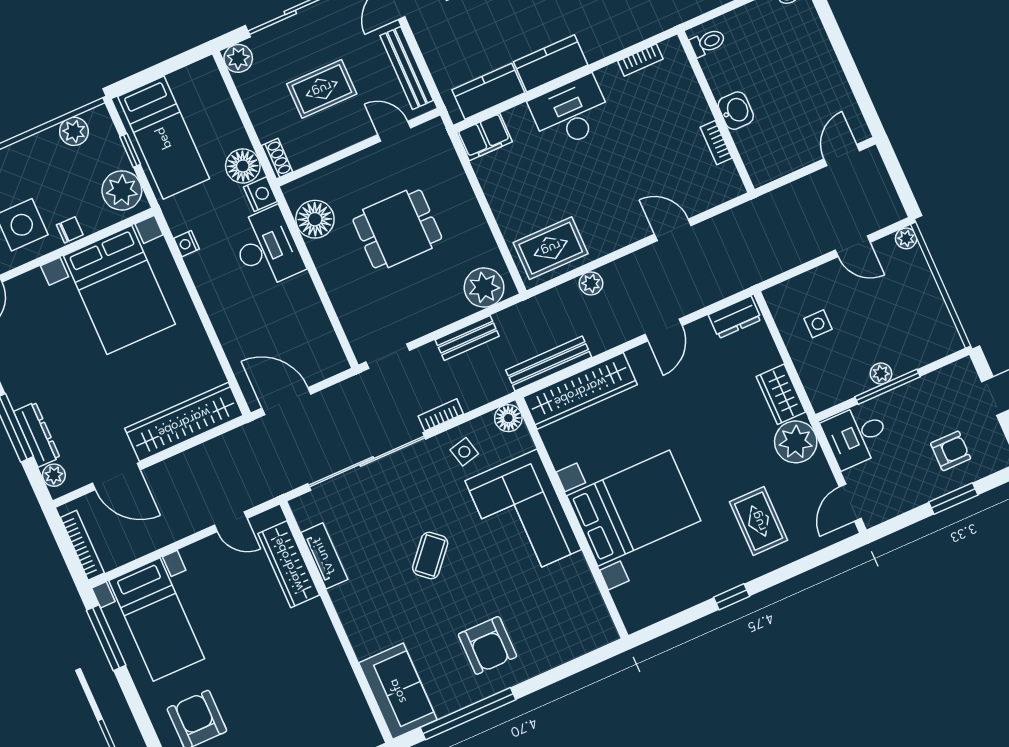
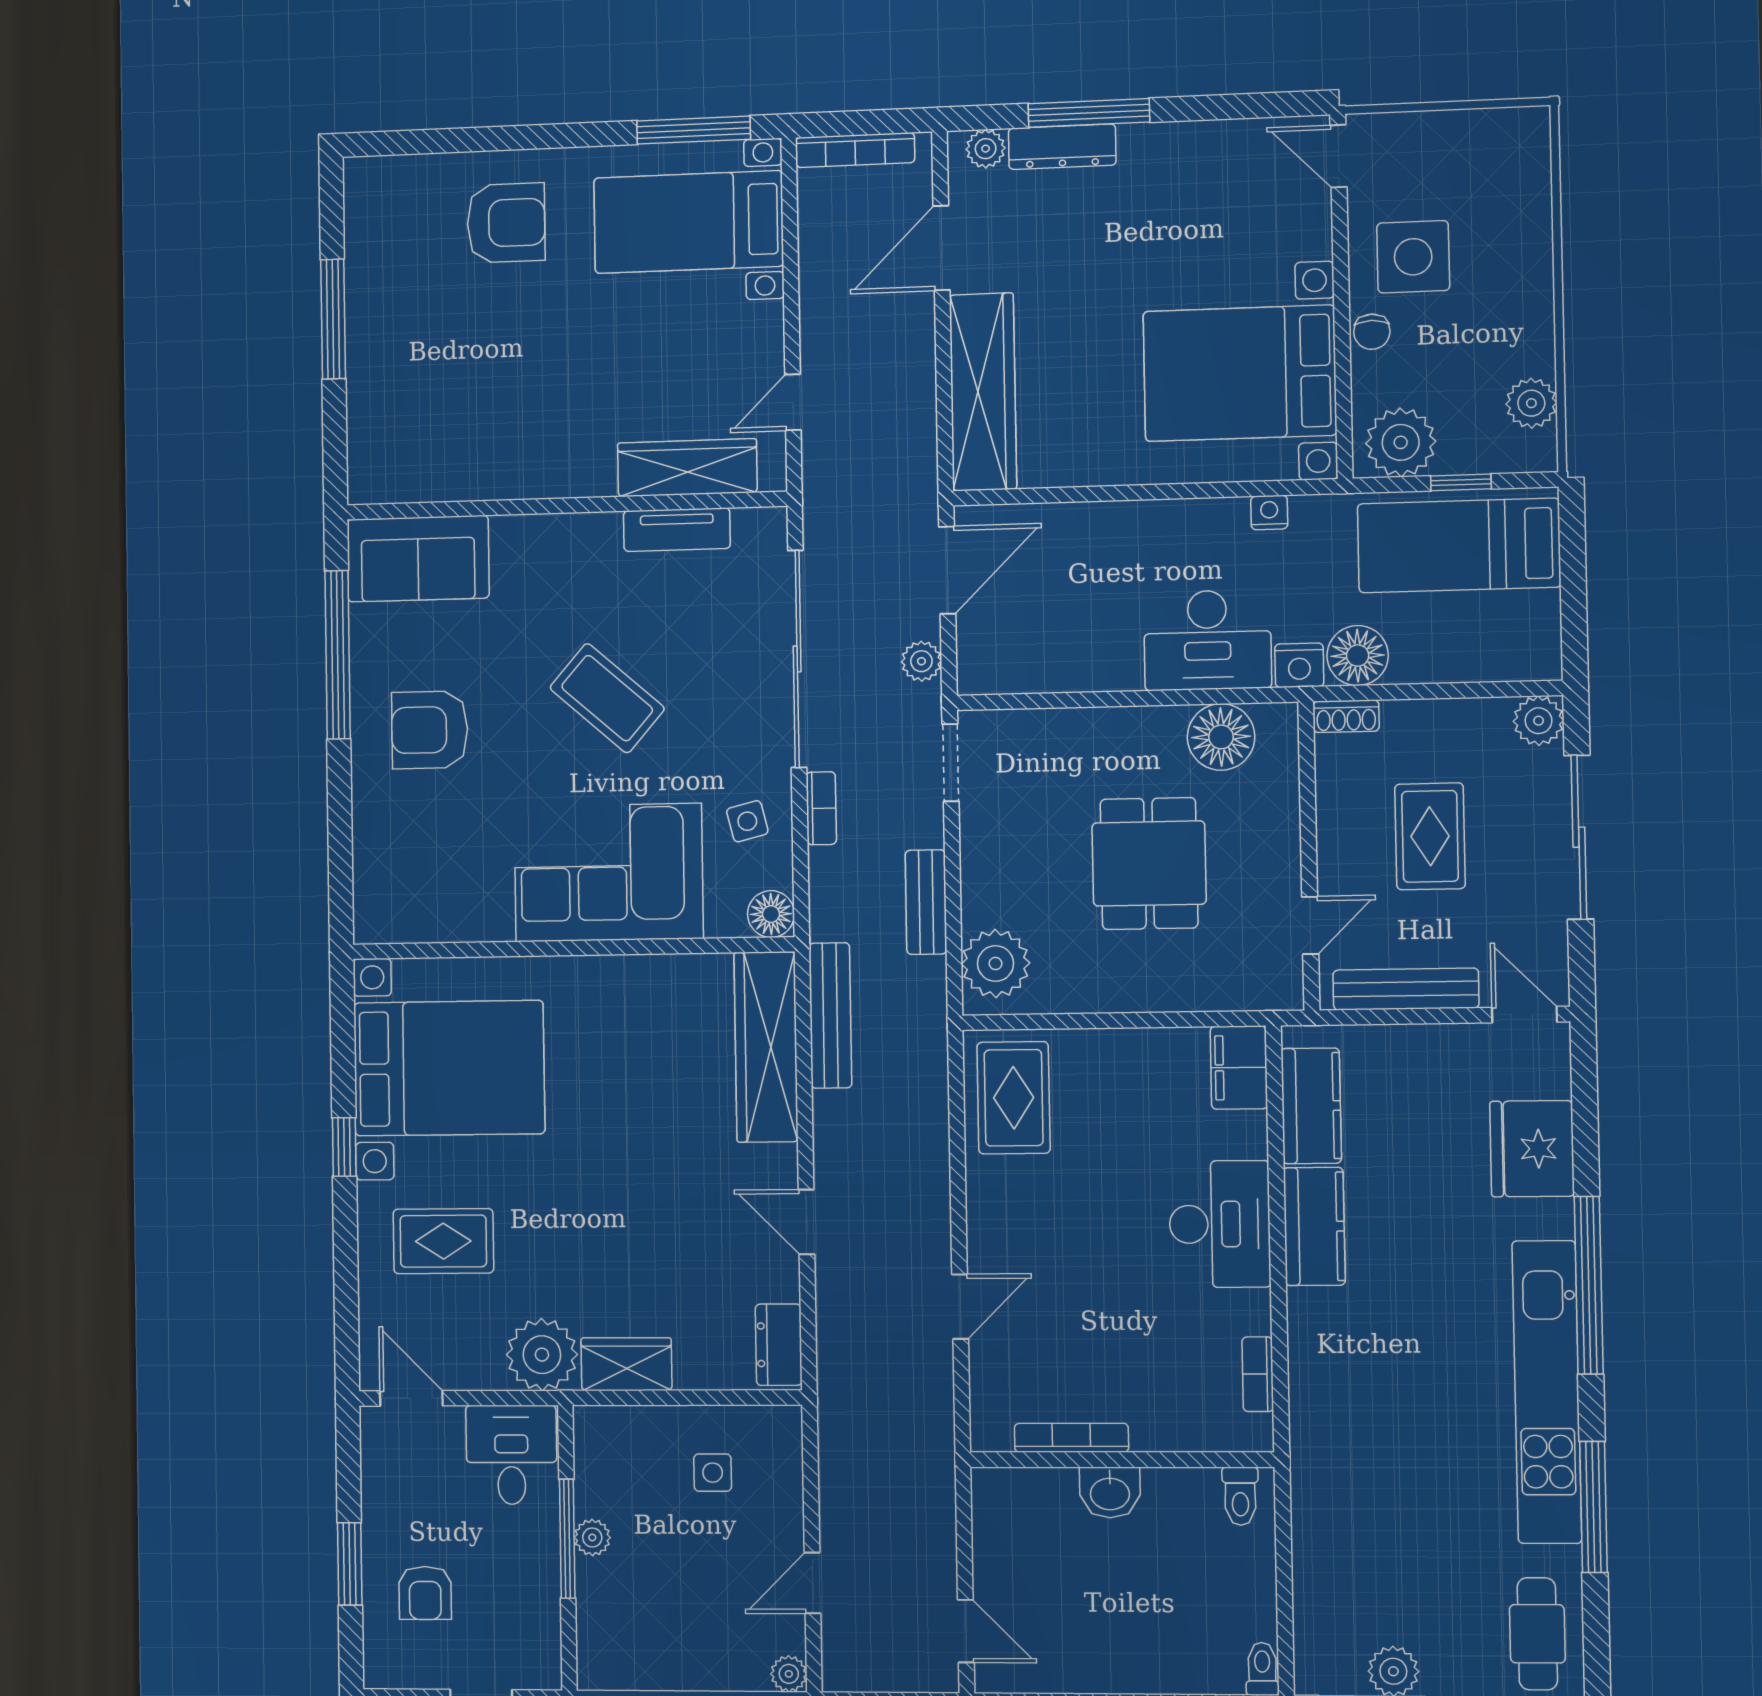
bookcase: (716, 143) -> (1071, 1438), width x1.56
plant: (591, 283) -> (921, 661), moved
bed with nightstands: (634, 508) -> (449, 1068), moved, turned -90
coffee table: (430, 556) -> (607, 698), width x1.36, depth x1.30

